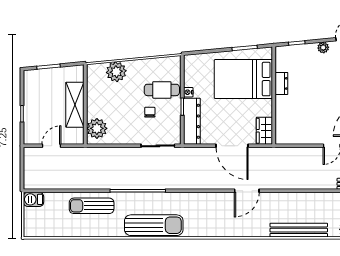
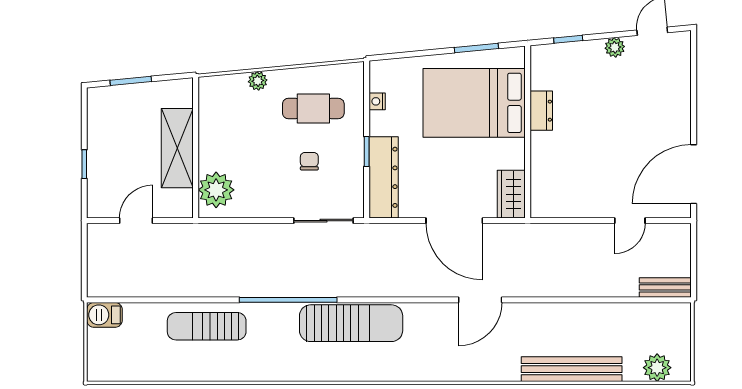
plant: (116, 72) -> (258, 81), width x0.53, depth x0.53
cafe table: (162, 90) -> (313, 108), moved
nightstand: (188, 92) -> (377, 101), moved
sun lounger: (154, 225) -> (351, 323), moved

